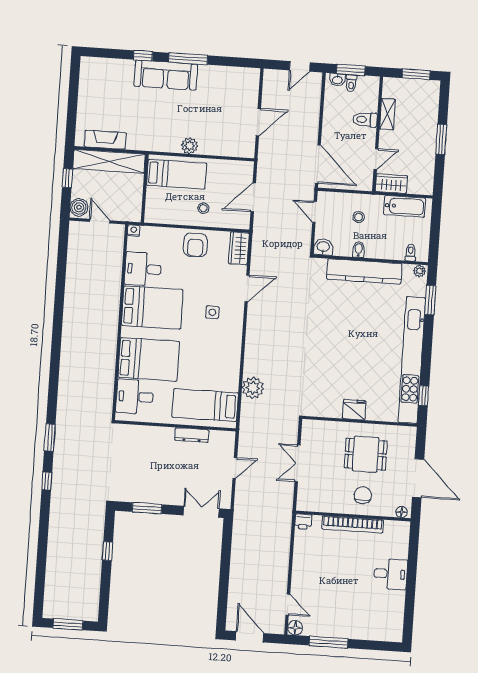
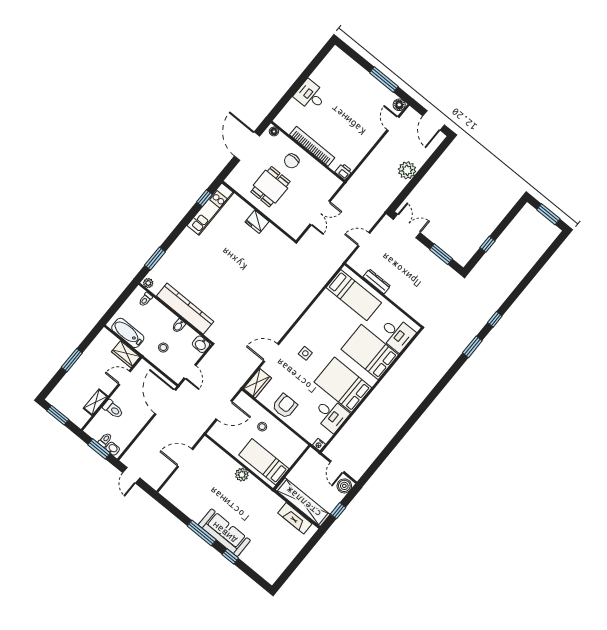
door: (300, 66) -> (131, 475), swing flipped
kitchen unit: (412, 360) -> (210, 209), width x0.54
plant: (253, 388) -> (407, 170), moved
dining table: (366, 454) -> (270, 187), turned 90
double door: (201, 512) -> (407, 226), swing flipped

